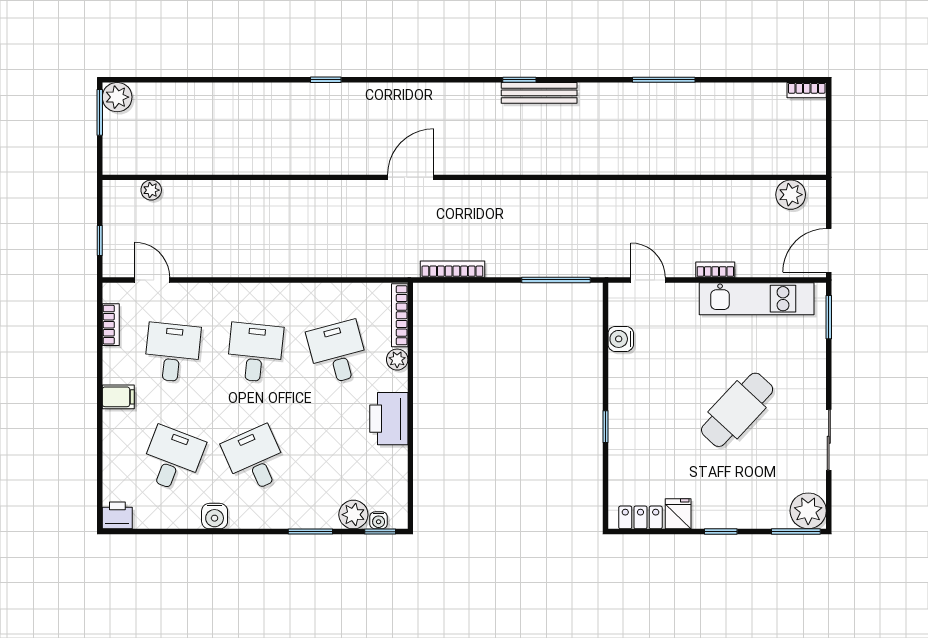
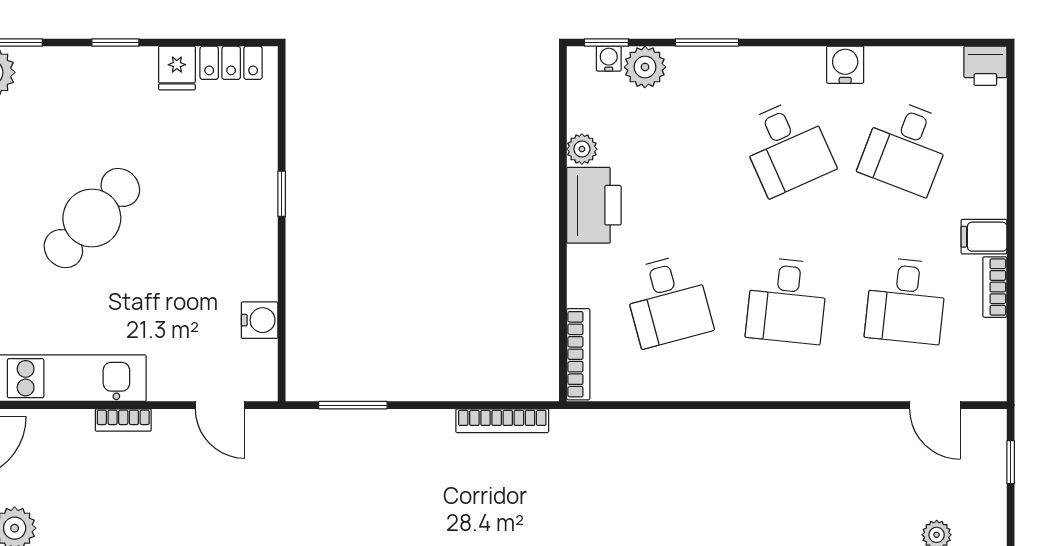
window: (556, 280) -> (353, 405), width x0.69
bookcase: (111, 325) -> (995, 287), moved
plant: (397, 360) -> (582, 149), moved

